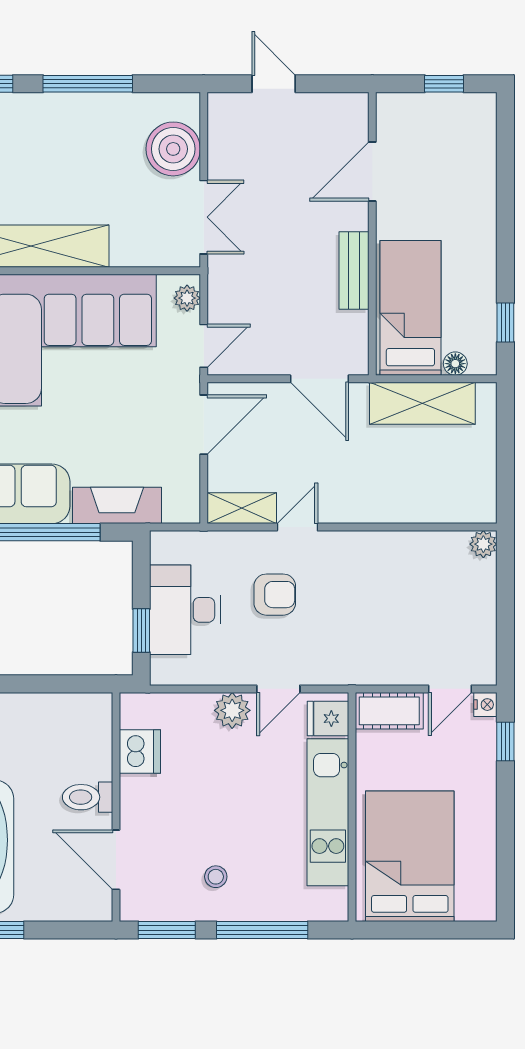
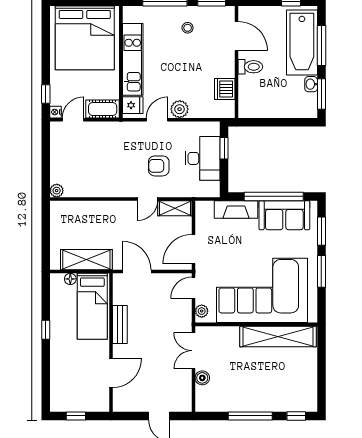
boiler: (173, 149) -> (202, 378), width x0.54, depth x0.54
window: (505, 323) -> (46, 330), moved
bed: (410, 856) -> (85, 38), width x1.36

